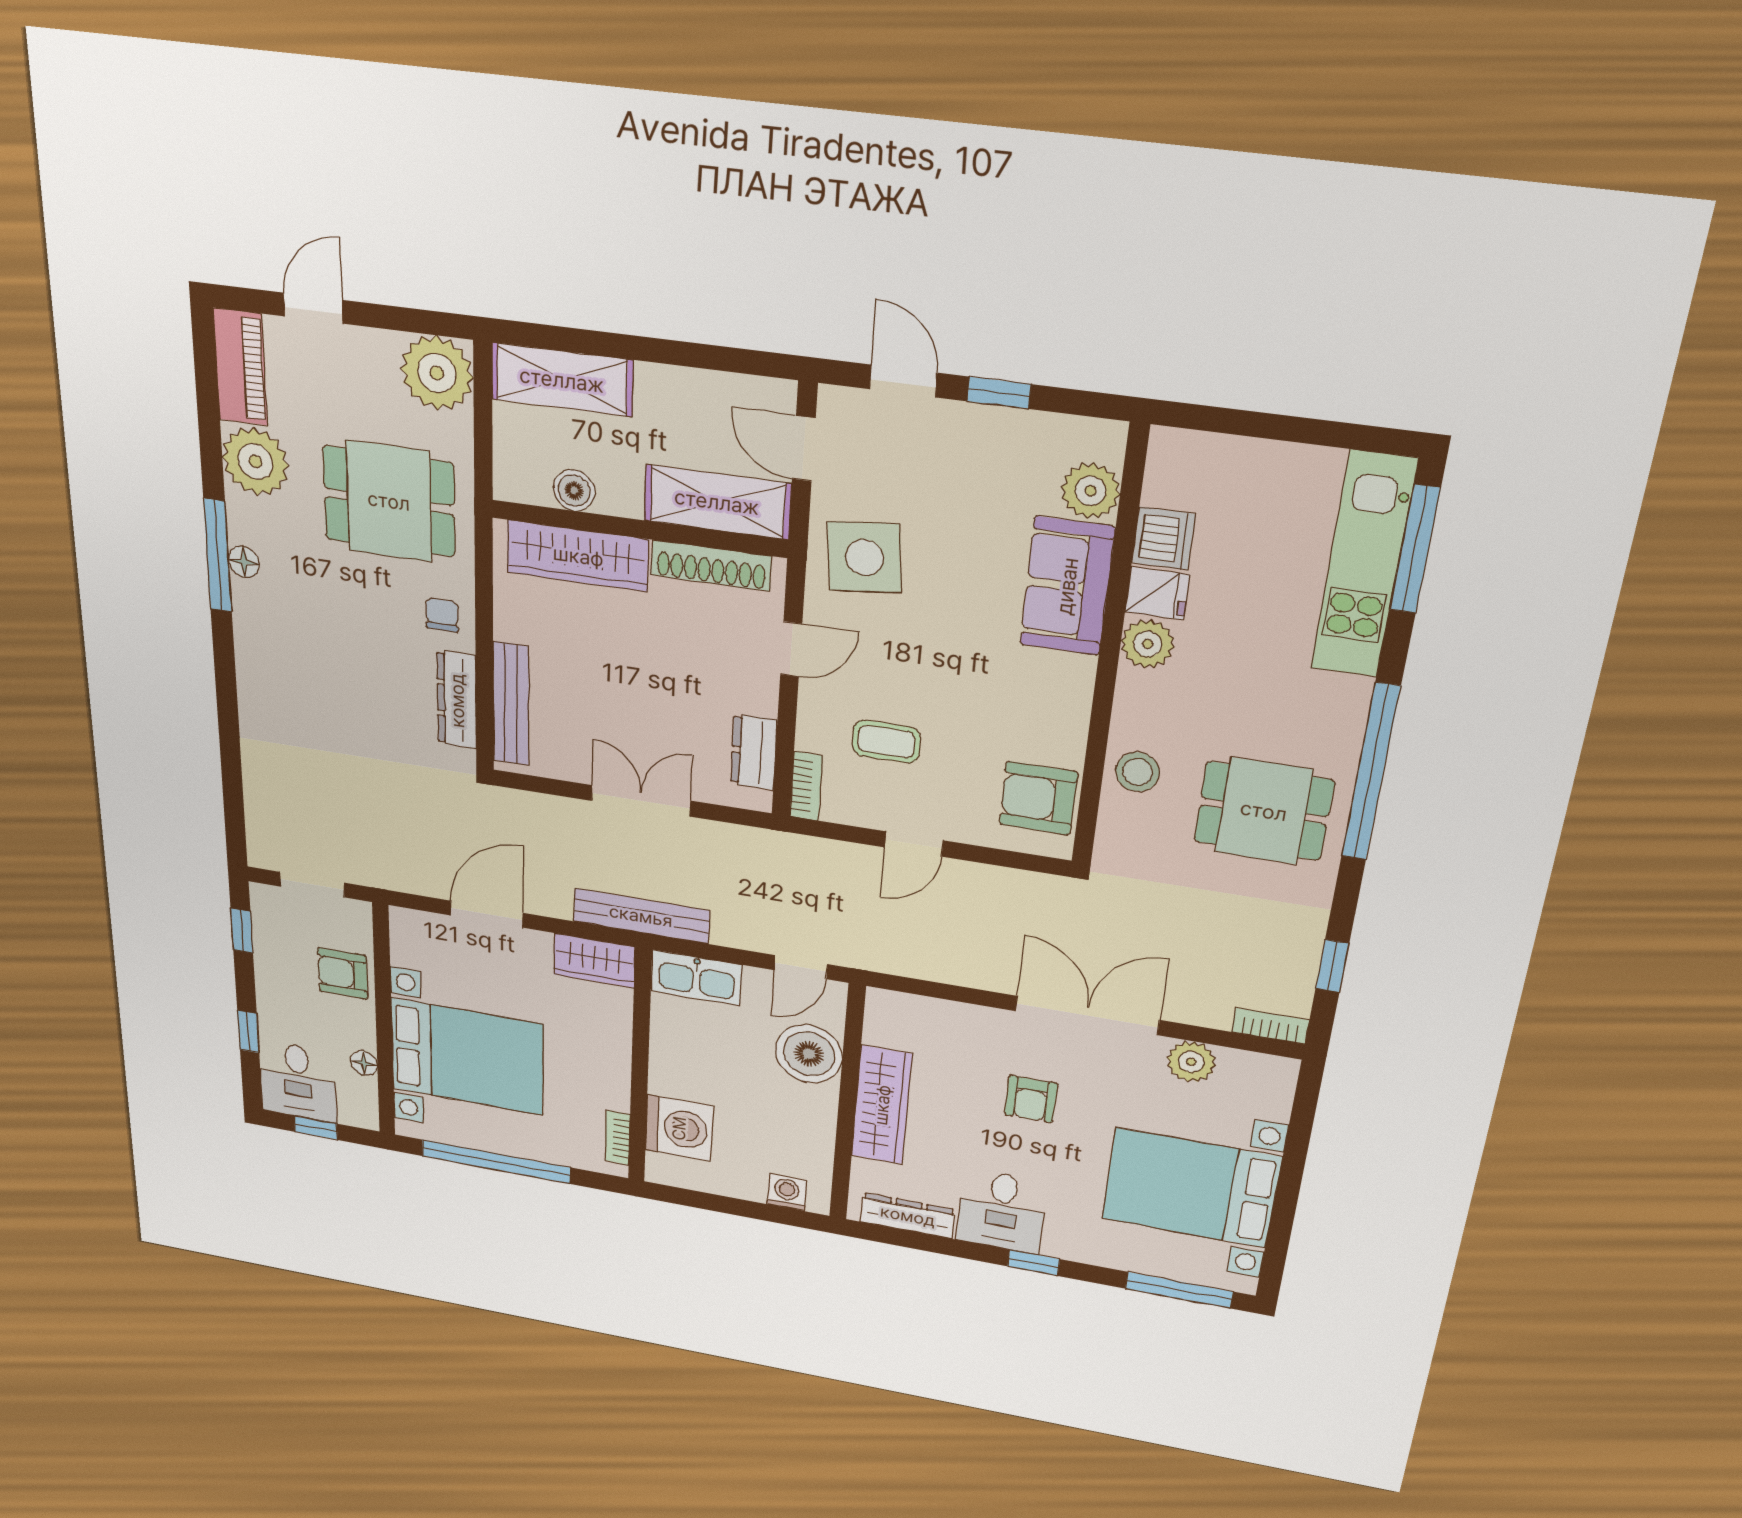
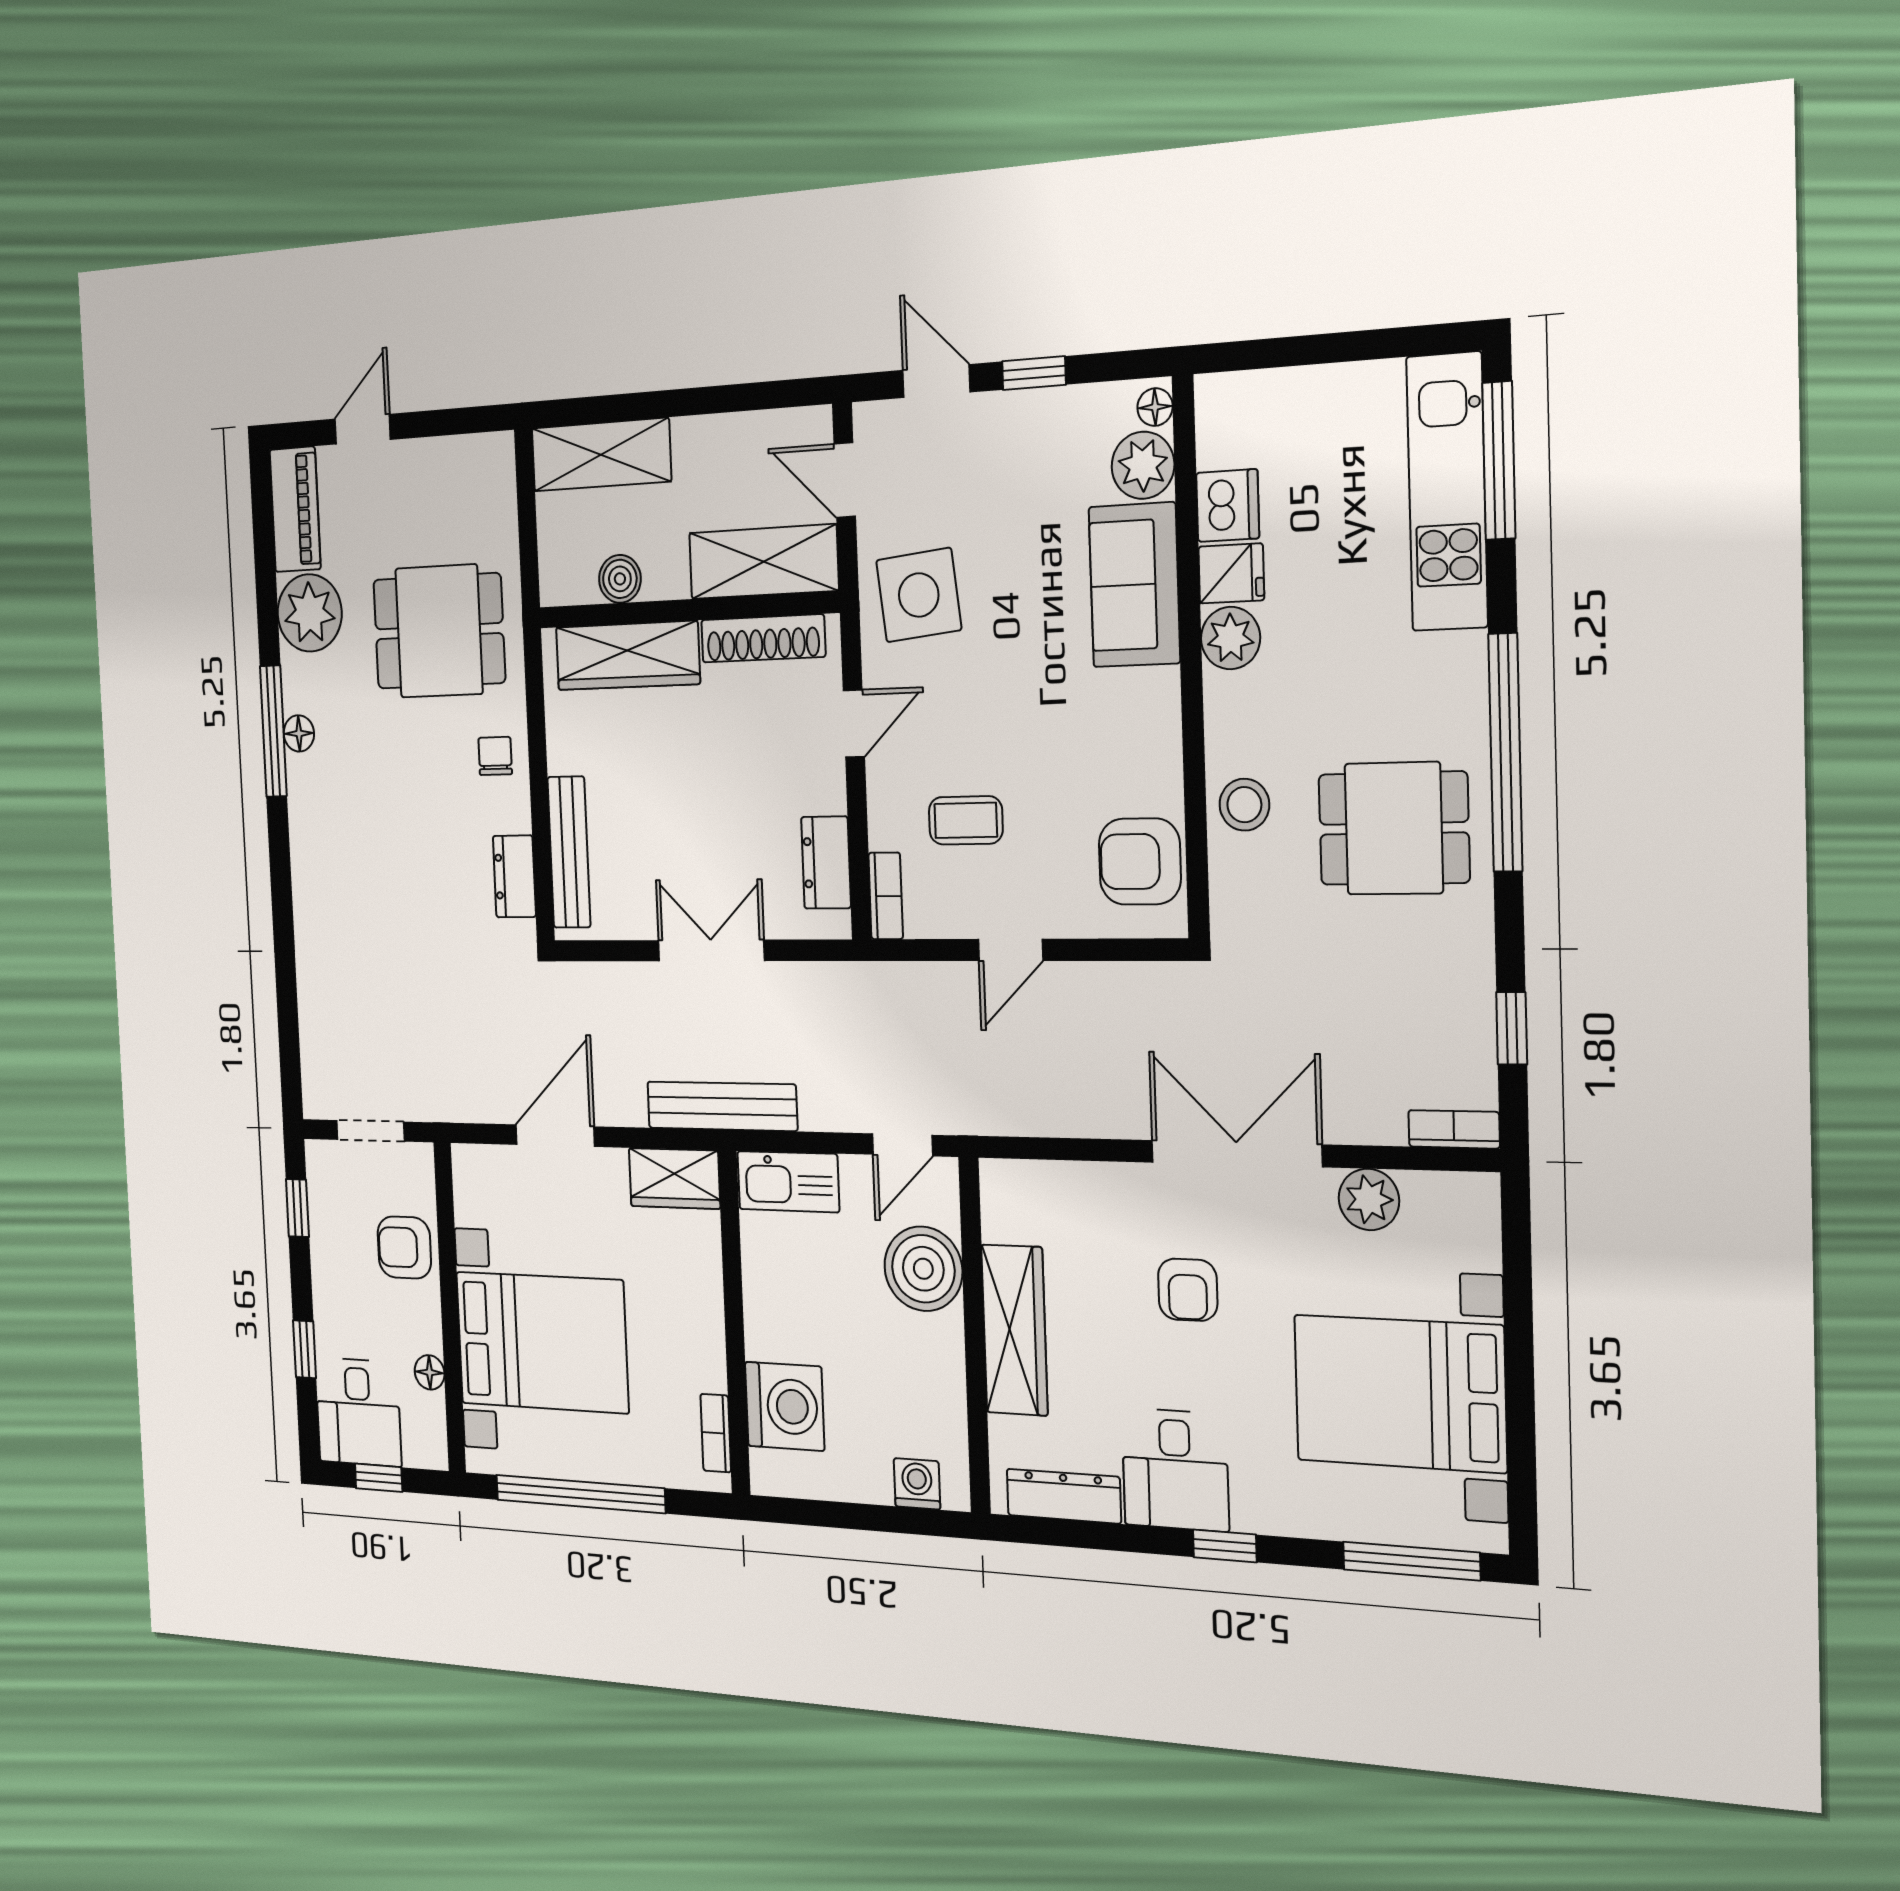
plant: (437, 373) -> (481, 474), removed
floor lamp: (1110, 445) -> (1155, 407), added
dresser: (457, 700) -> (514, 876), width x0.70

